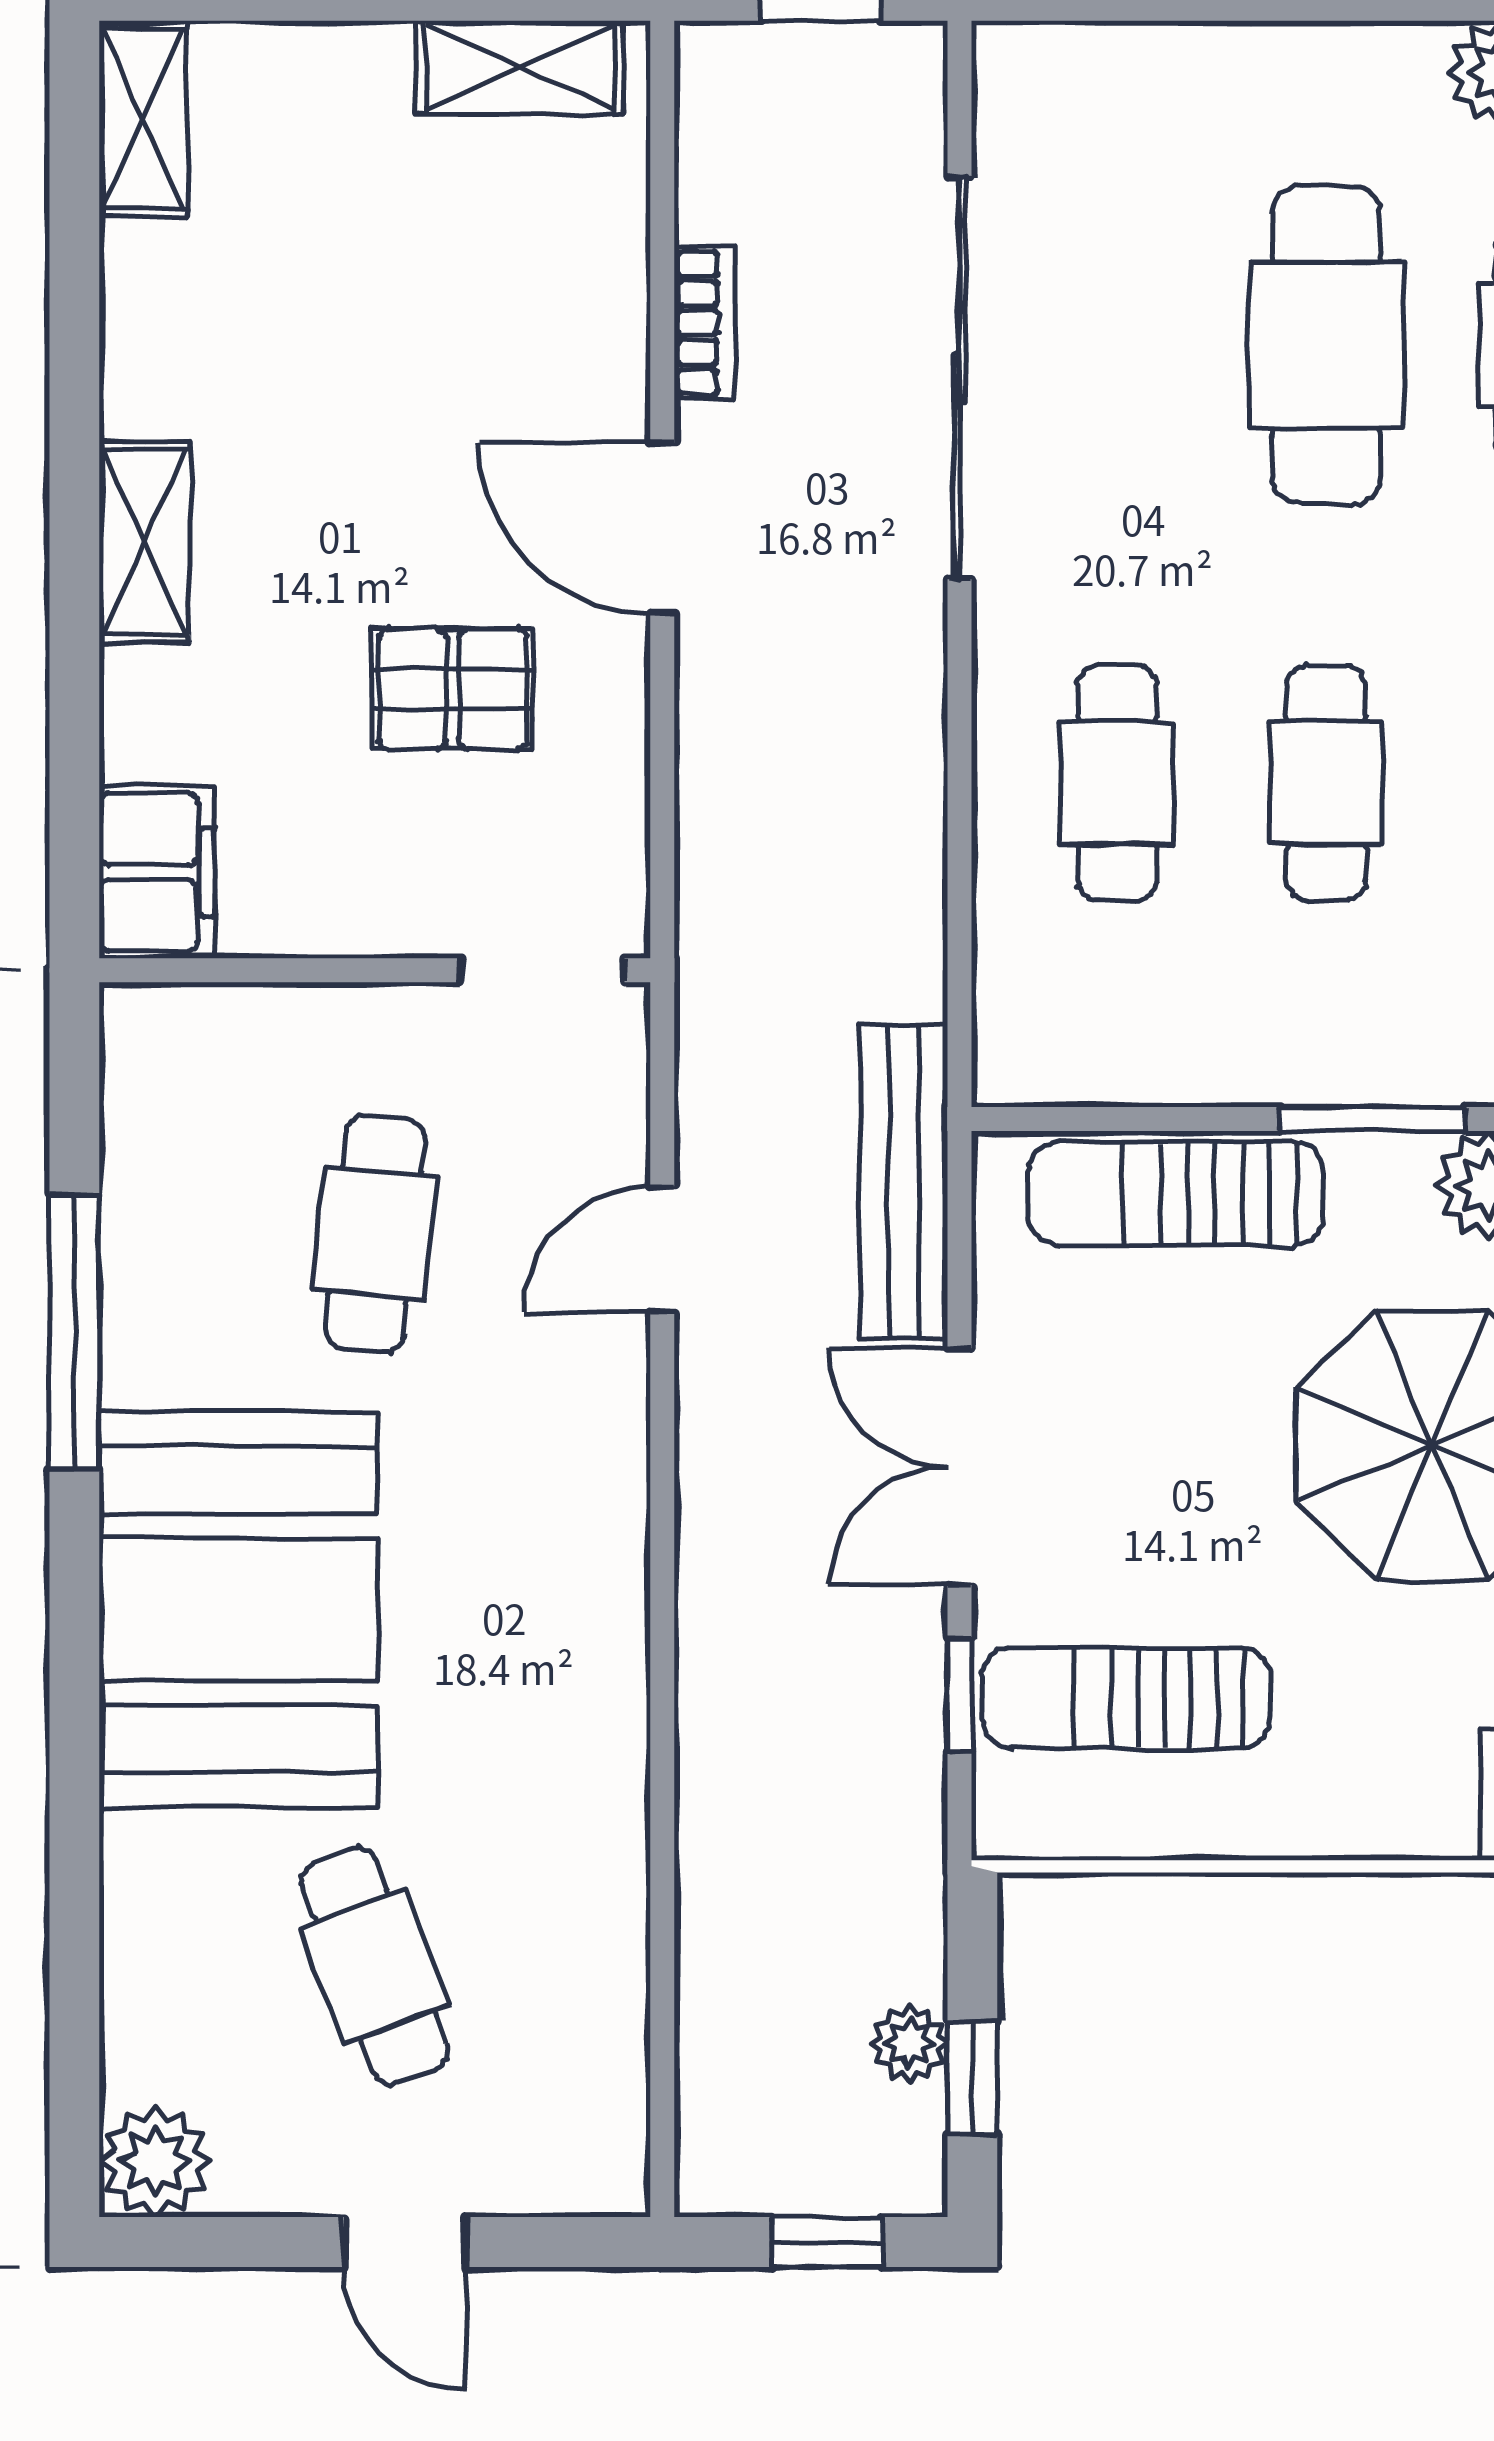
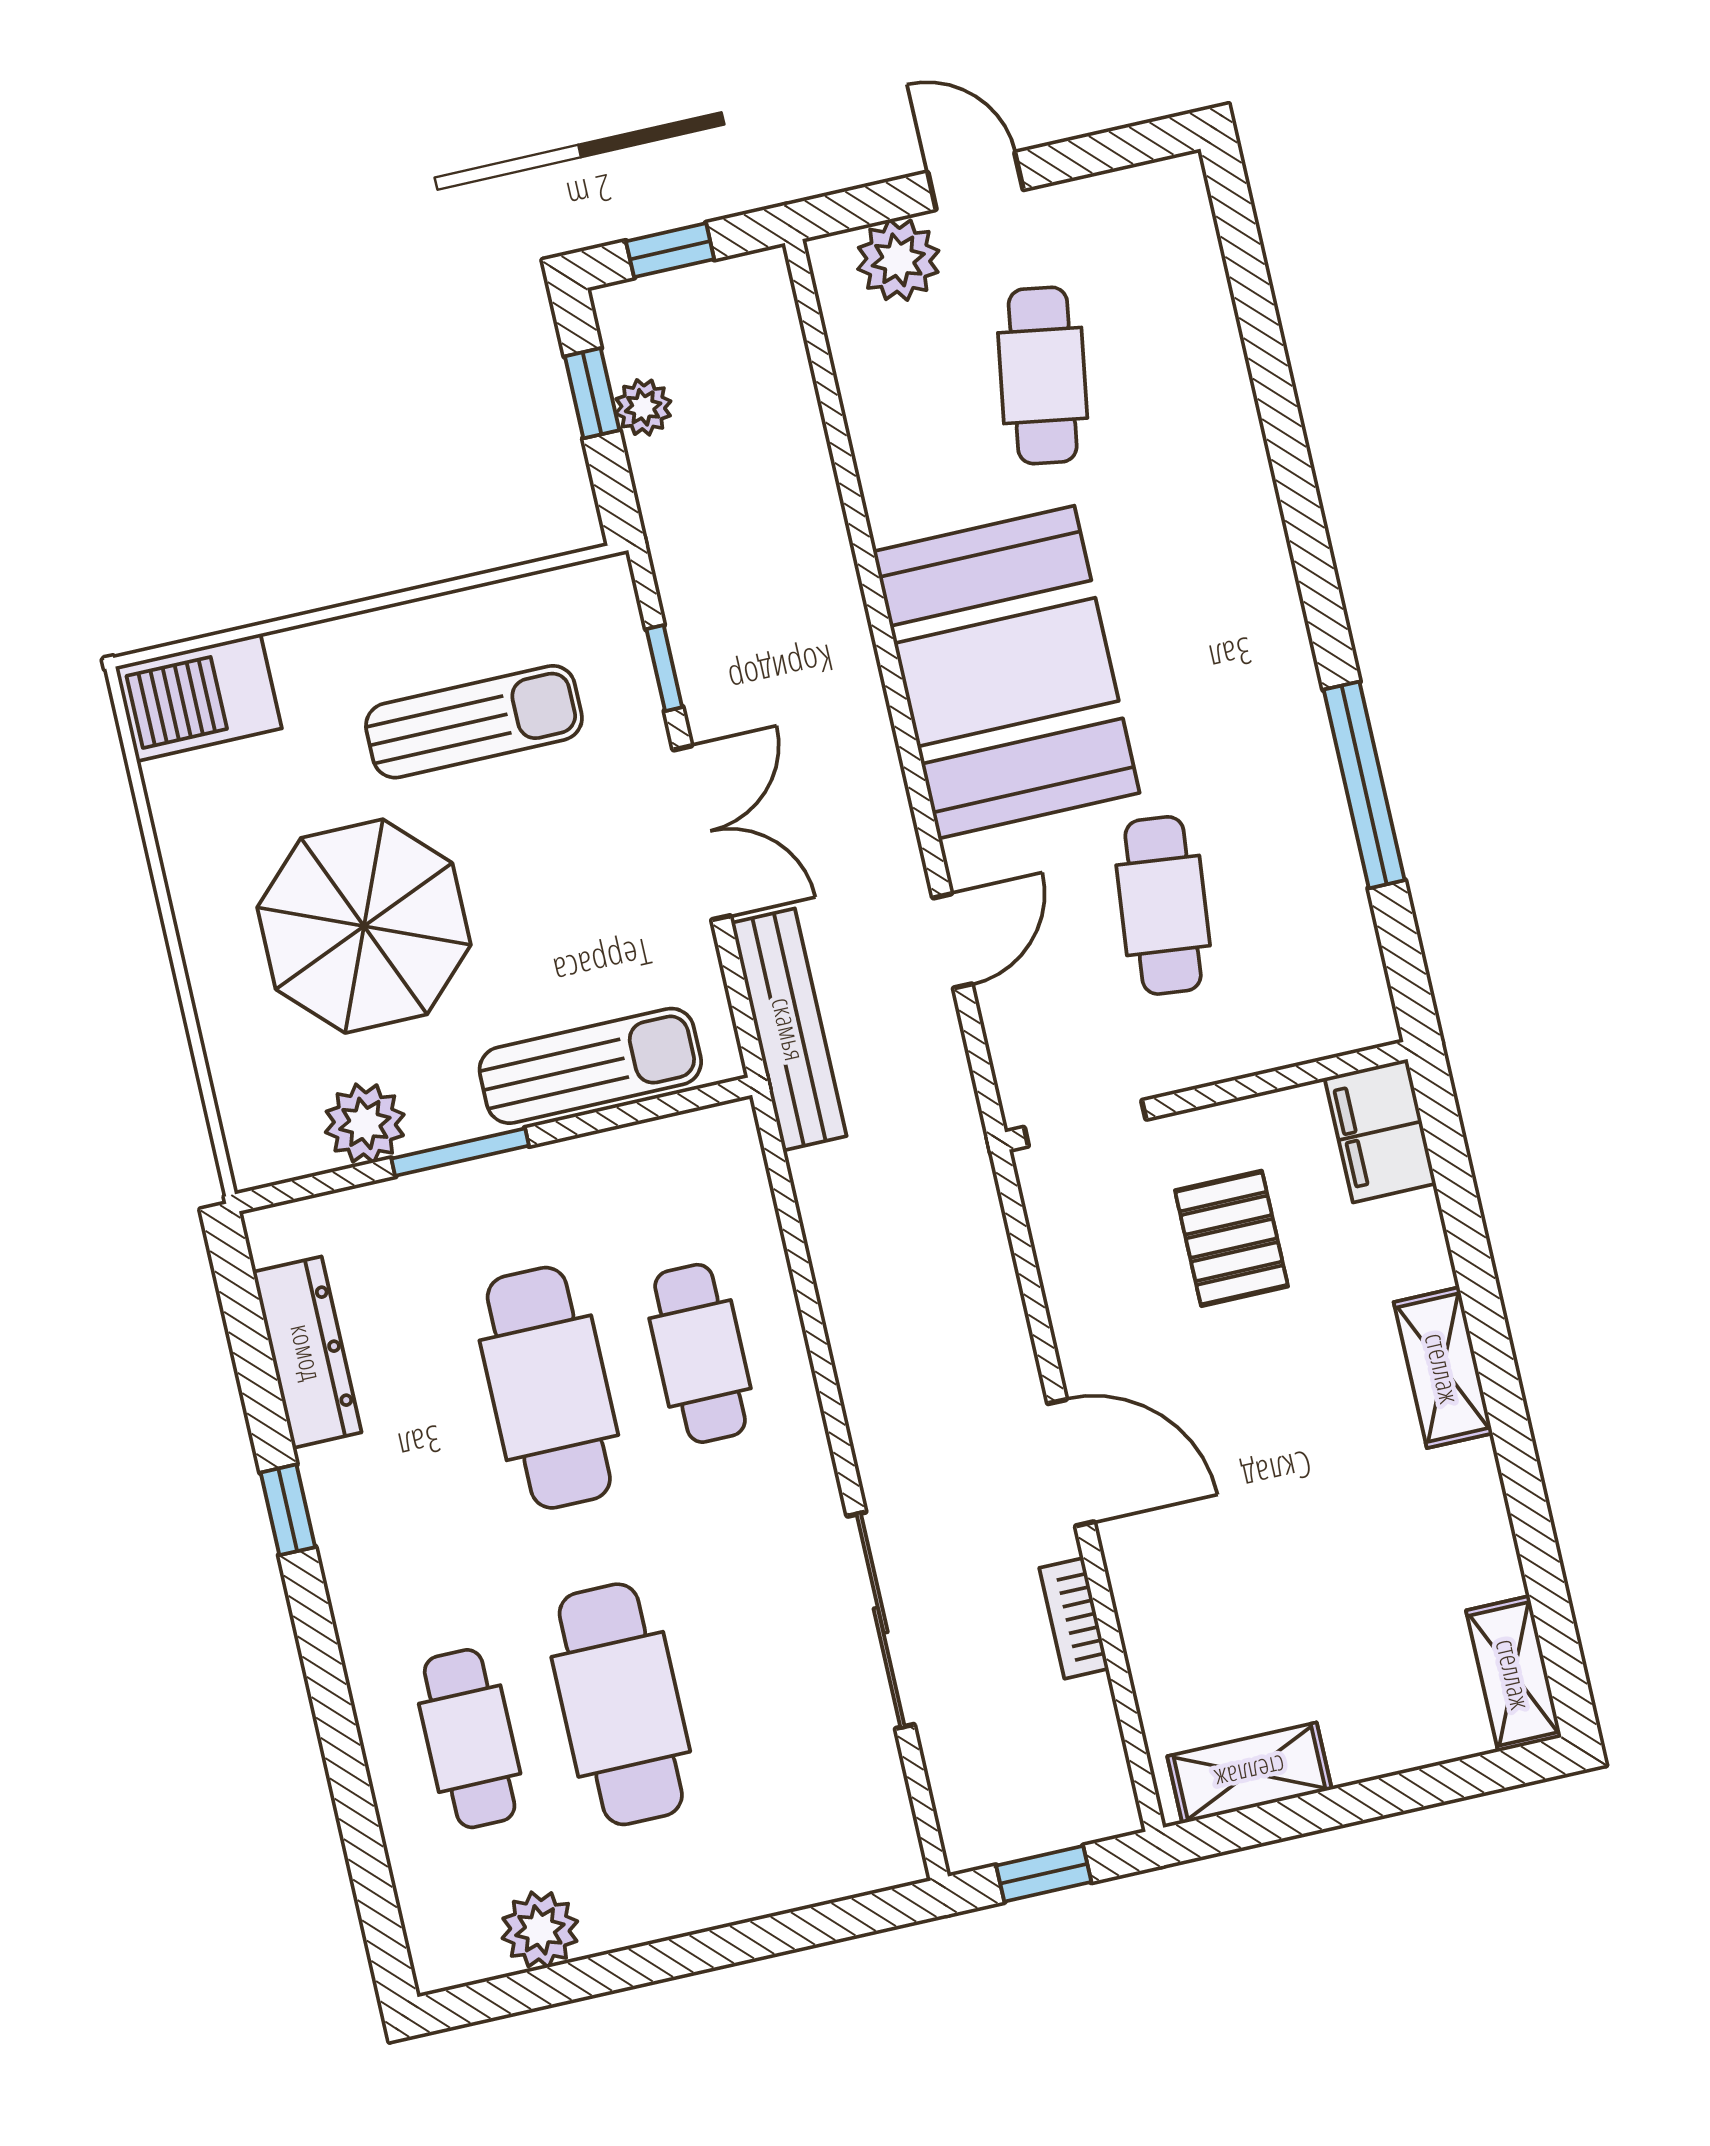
sliding door: (960, 378) -> (881, 1620), width x0.73
pallet: (453, 689) -> (1231, 1238), moved, turned 90
cafe table: (1326, 783) -> (549, 1388), width x1.37, depth x1.35
booth: (238, 1610) -> (1006, 672), moved
sun lounger: (1126, 1698) -> (474, 722), moved
cafe table: (375, 1966) -> (1043, 375), turned 30
plant: (155, 2161) -> (898, 260), moved

